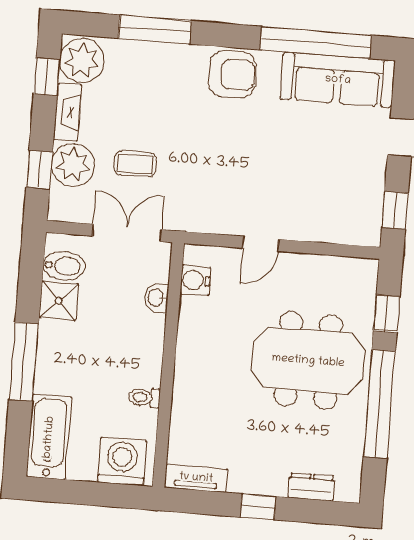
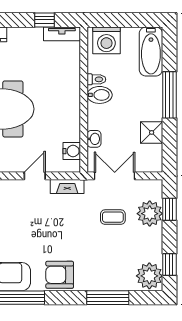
fireplace: (68, 112) -> (67, 187), moved, turned -90
double door: (127, 233) -> (115, 176), swing flipped
bidet: (64, 266) -> (100, 95), moved, turned 180
window: (258, 507) -> (44, 20), moved

